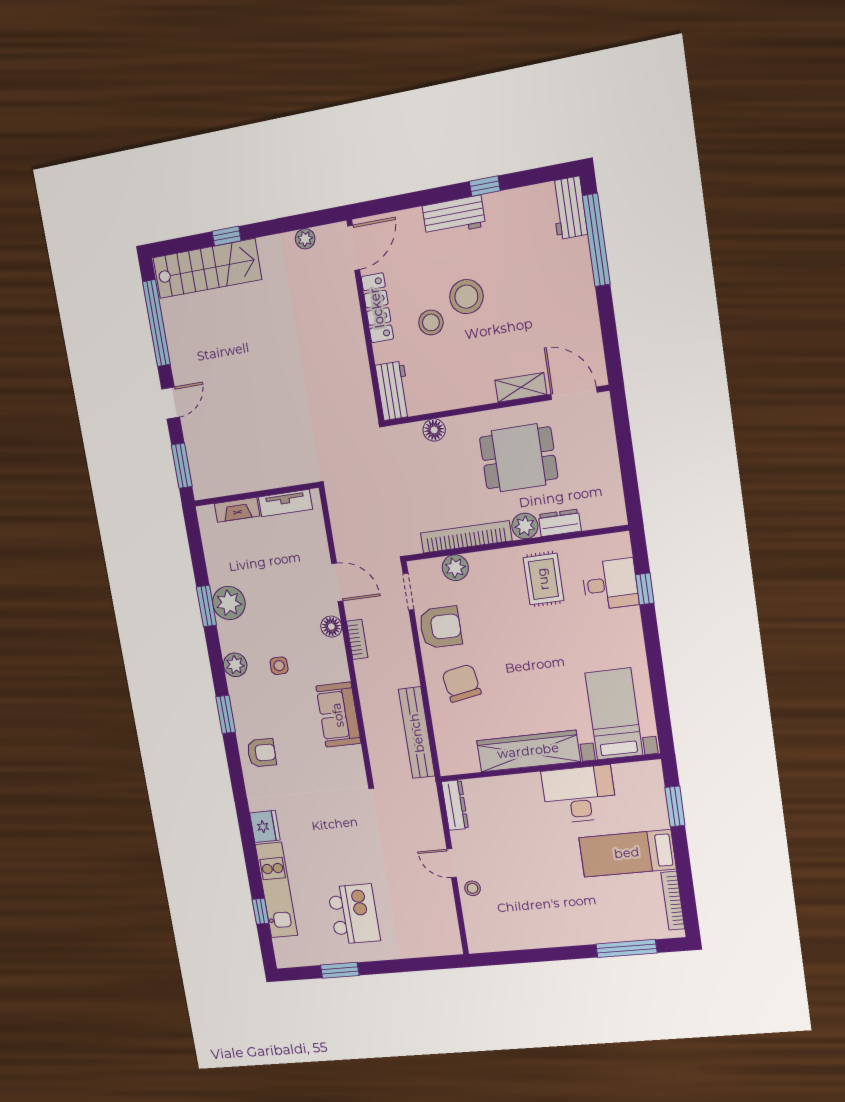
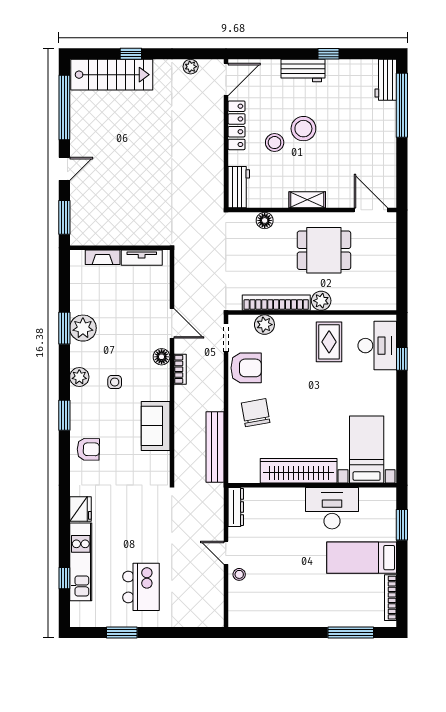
shelving: (521, 387) -> (307, 200), moved
dresser: (560, 523) -> (347, 302), removed
desk: (610, 584) -> (377, 346), width x1.37

